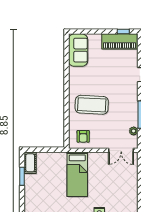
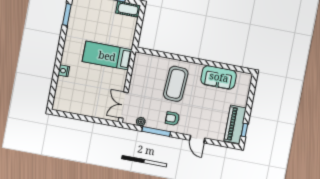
sofa: (78, 50) -> (219, 77), moved
armchair: (83, 136) -> (172, 118), moved

